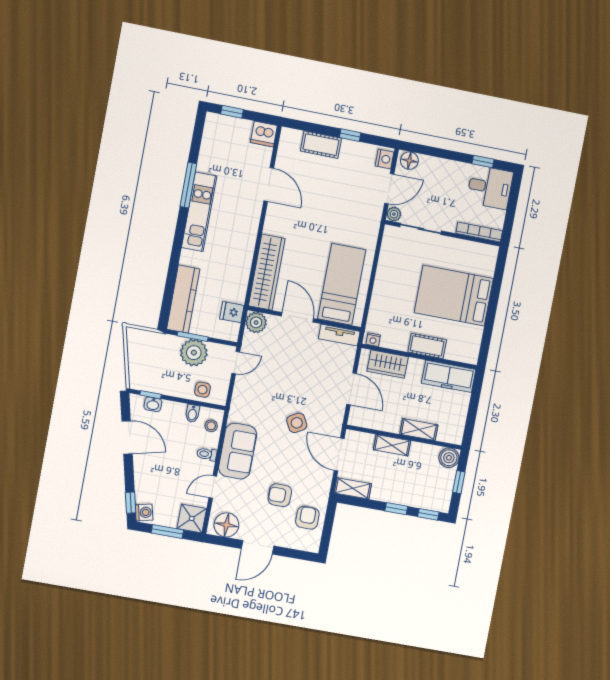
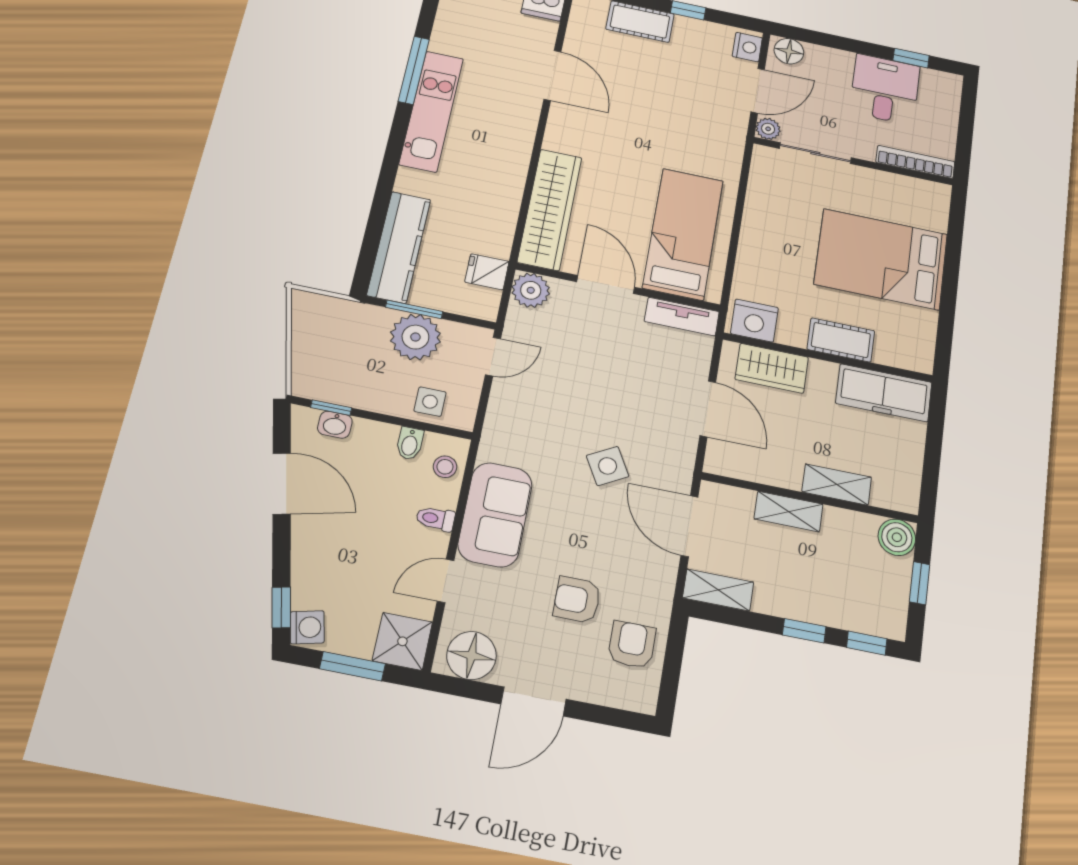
desk: (490, 187) -> (885, 89), moved, turned -90
nightstand: (373, 340) -> (754, 321), width x1.89, depth x1.79

